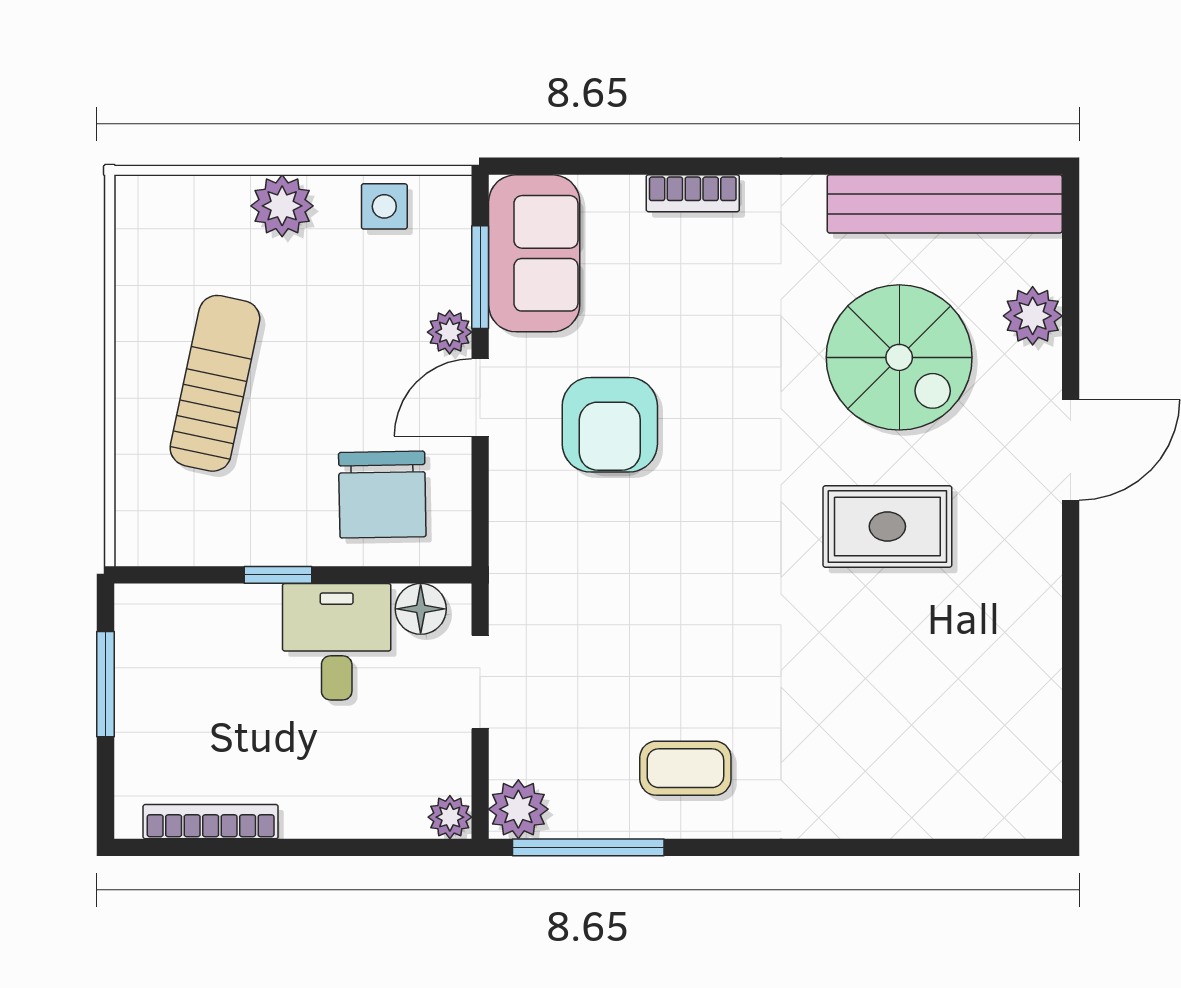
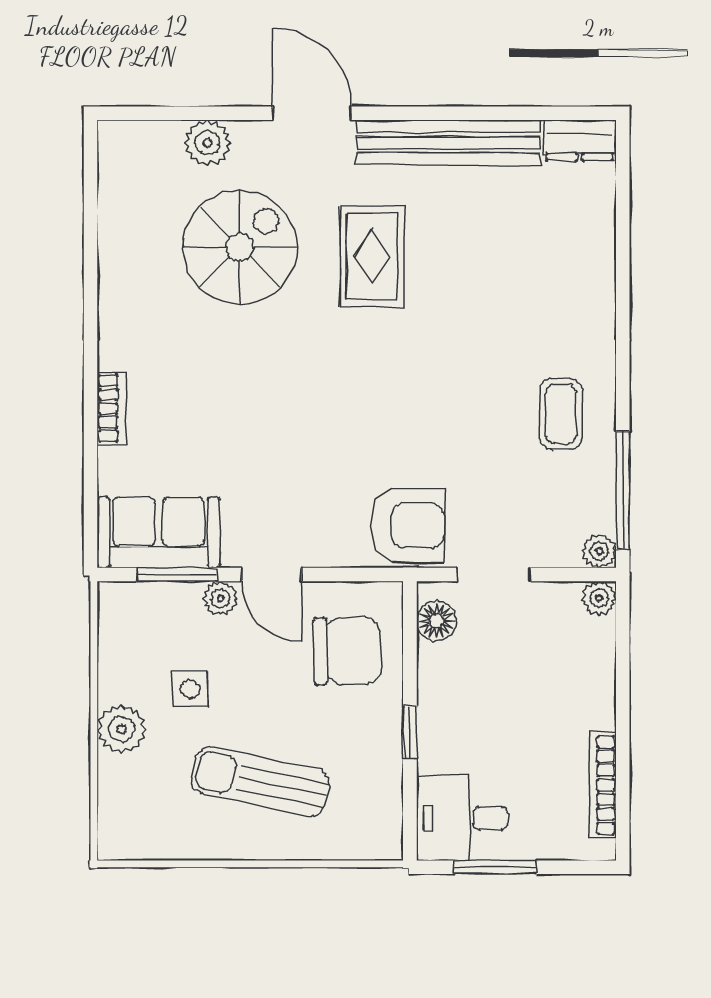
bench: (945, 204) -> (448, 143), moved, turned 90
side table: (384, 206) -> (190, 689), moved
armchair: (610, 425) -> (407, 525), moved
desk: (337, 642) -> (462, 818), moved
dresser: (1036, 793) -> (580, 140), added
plant: (518, 809) -> (599, 551), width x0.73, depth x0.73

